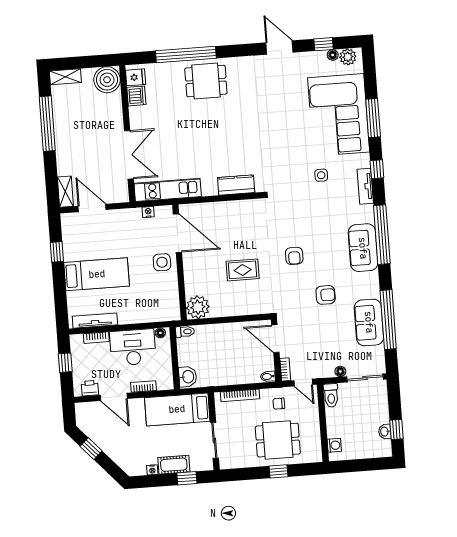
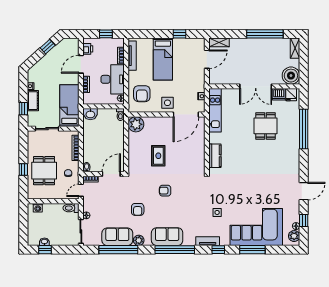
dining table: (206, 81) -> (265, 126), moved
double door: (129, 155) -> (256, 86), moved
plant: (372, 290) -> (139, 240), added
armchair: (151, 302) -> (142, 94), added

